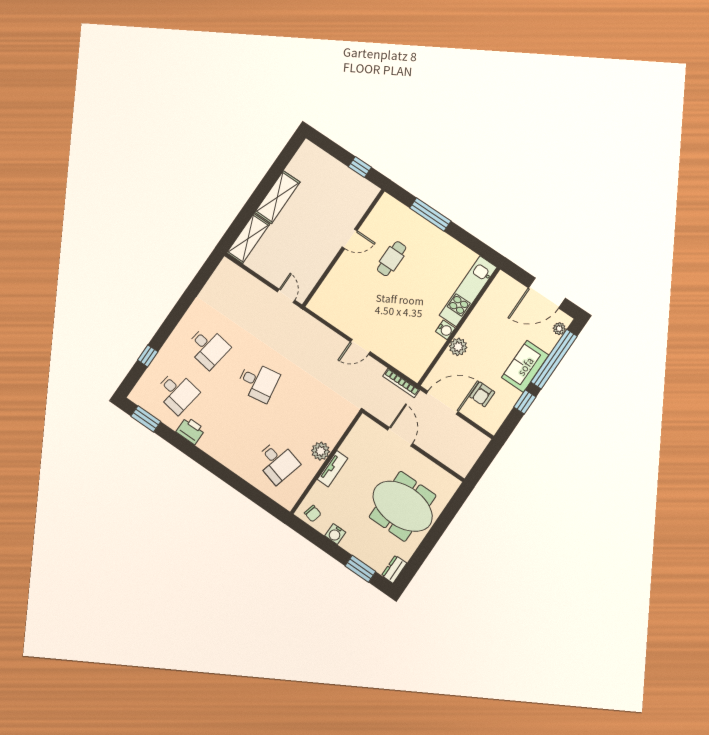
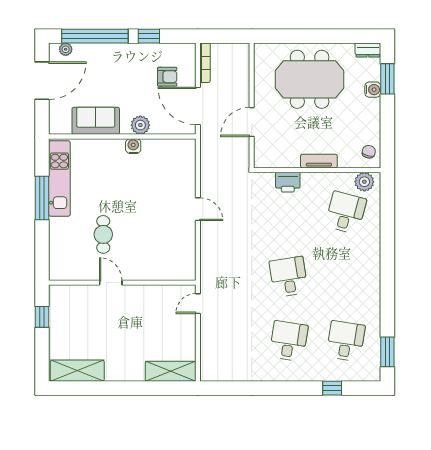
shelving: (277, 197) -> (77, 371), moved
window: (430, 214) -> (42, 198), moved
cafe table: (392, 259) -> (103, 234), turned 90
kitchen unit: (468, 291) -> (59, 178), moved, turned -90
door: (547, 293) -> (42, 81), hinge flipped
sofa: (525, 366) -> (96, 121), moved, turned 180
bookcase: (401, 383) -> (205, 63), moved
printer: (191, 431) -> (288, 182), moved, turned -90
plant: (321, 451) -> (364, 182), moved
meeting table: (403, 506) -> (310, 79), turned 90
water cooler: (335, 534) -> (373, 90), moved

